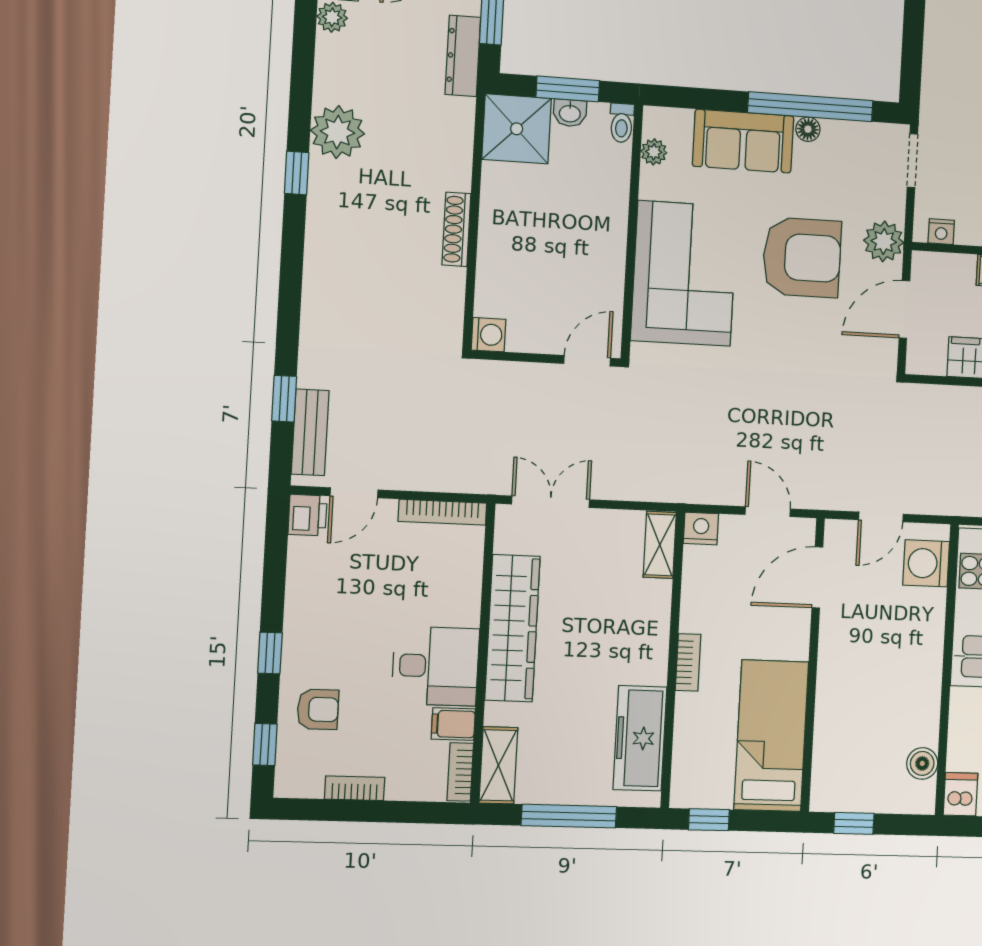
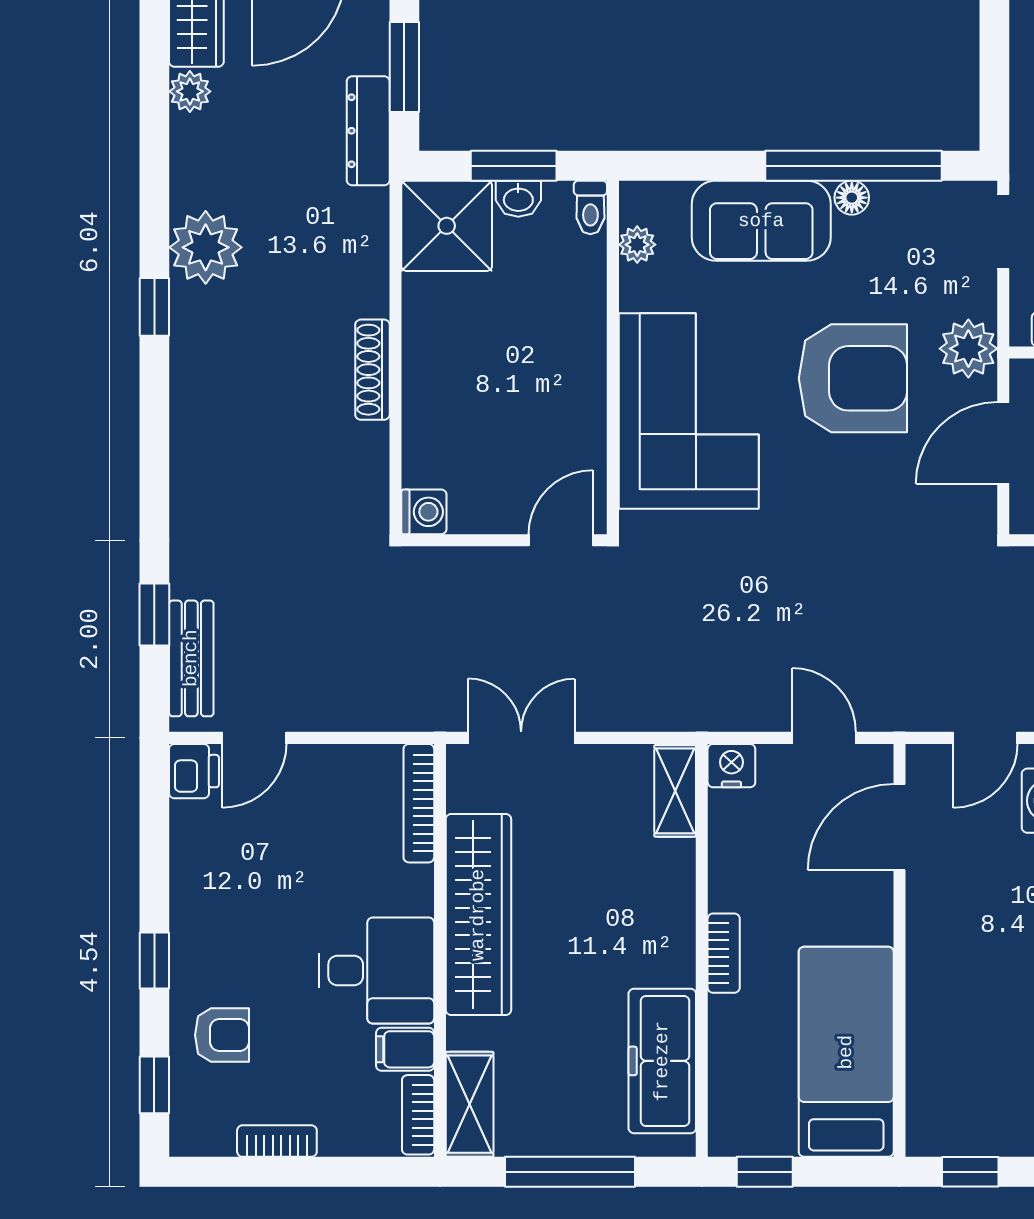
bookcase: (442, 512) -> (419, 803), moved, turned 90

